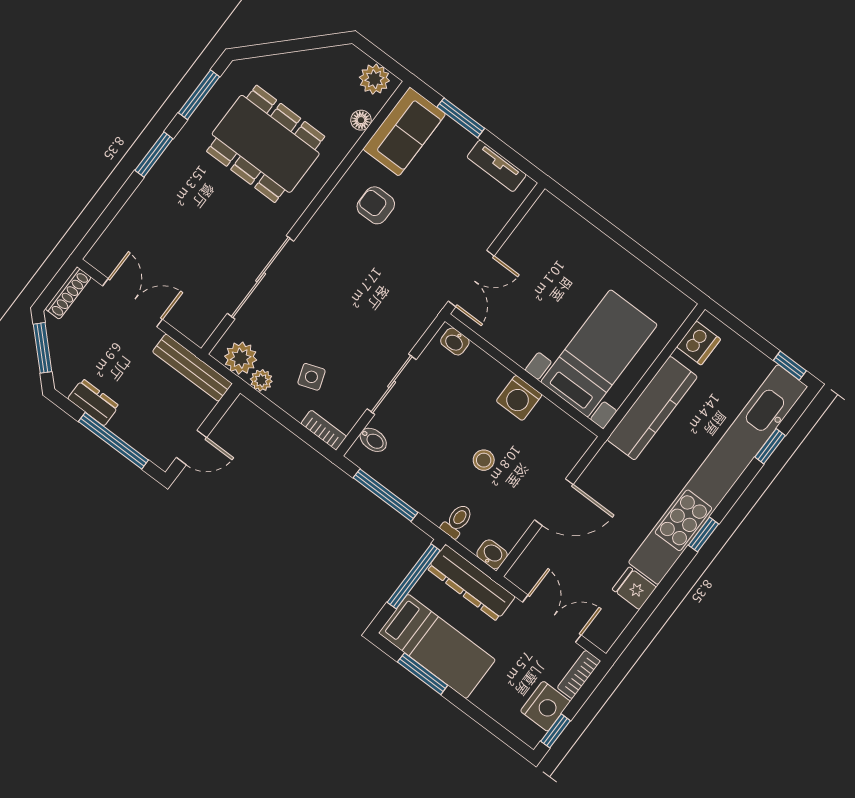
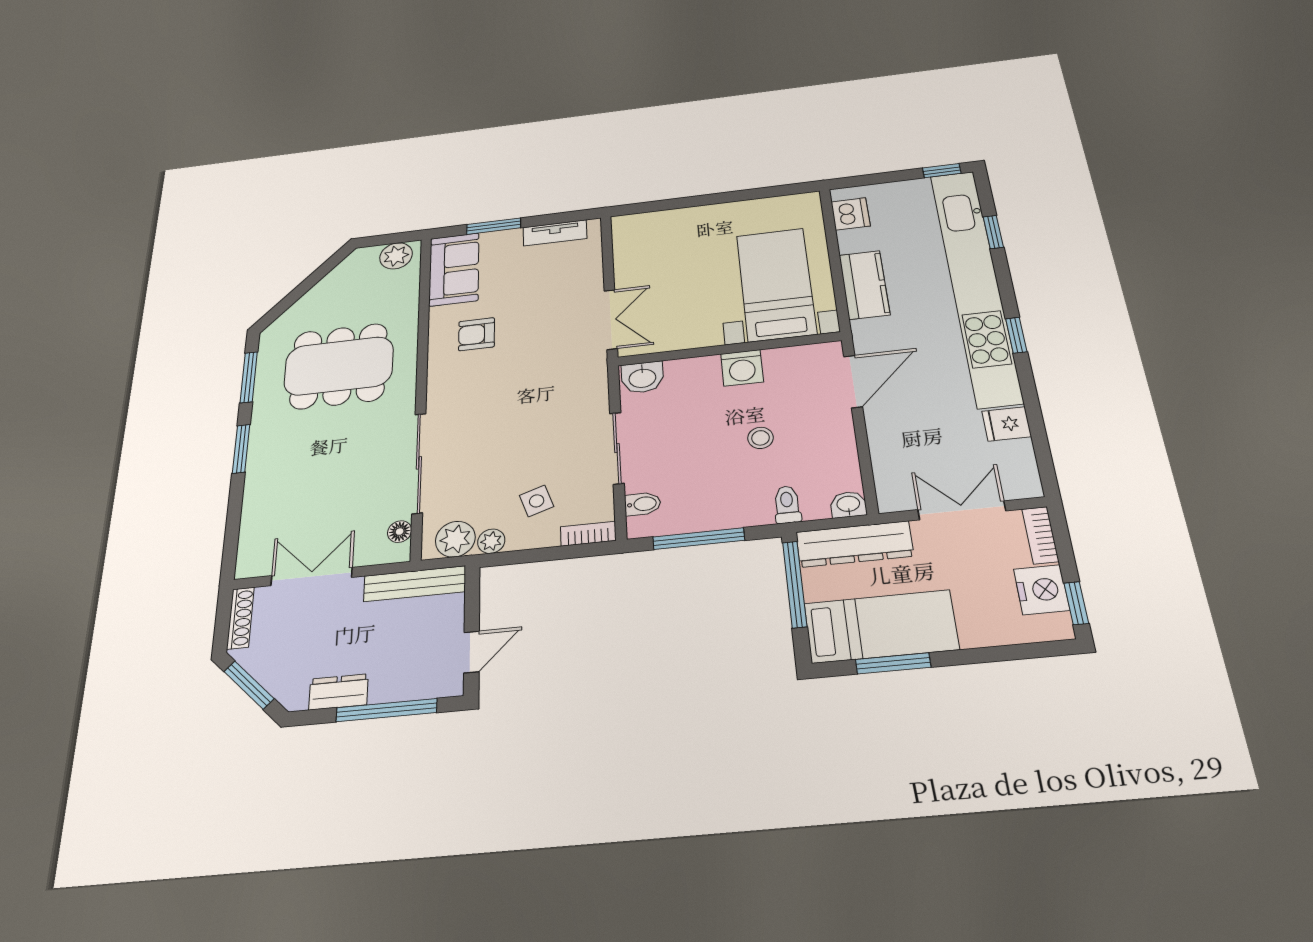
floor lamp: (361, 120) -> (400, 532), moved
washbasin: (455, 342) -> (642, 377), width x1.38, depth x1.45
kitchen counter: (652, 408) -> (864, 285), width x0.67
door: (554, 502) -> (853, 381), moved

